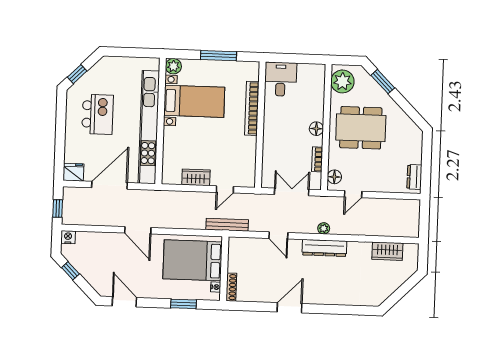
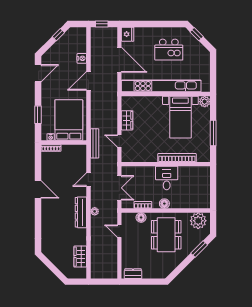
desk: (281, 79) -> (167, 178), moved, turned -90
floor lamp: (334, 177) -> (141, 217), moved
nightstand: (68, 237) -> (82, 58), moved

